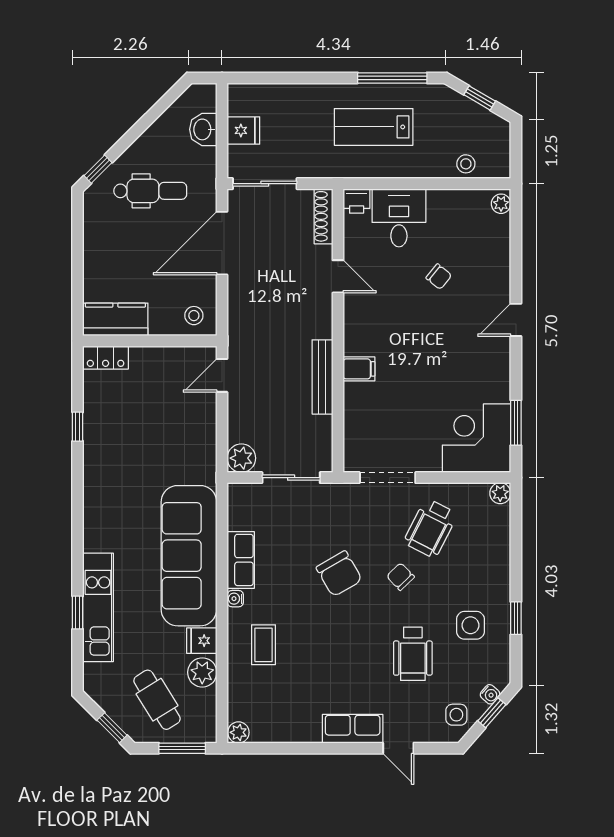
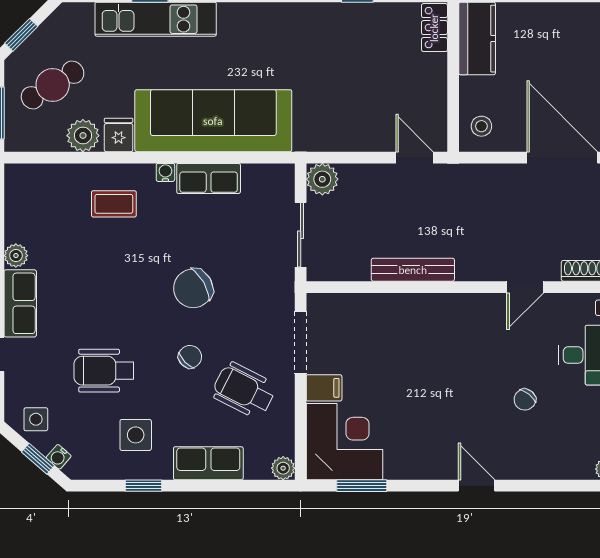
filing cabinet: (359, 369) -> (324, 388), moved, turned -90
row of seats: (496, 560) -> (208, 463), added
plant: (238, 732) -> (16, 256), moved

